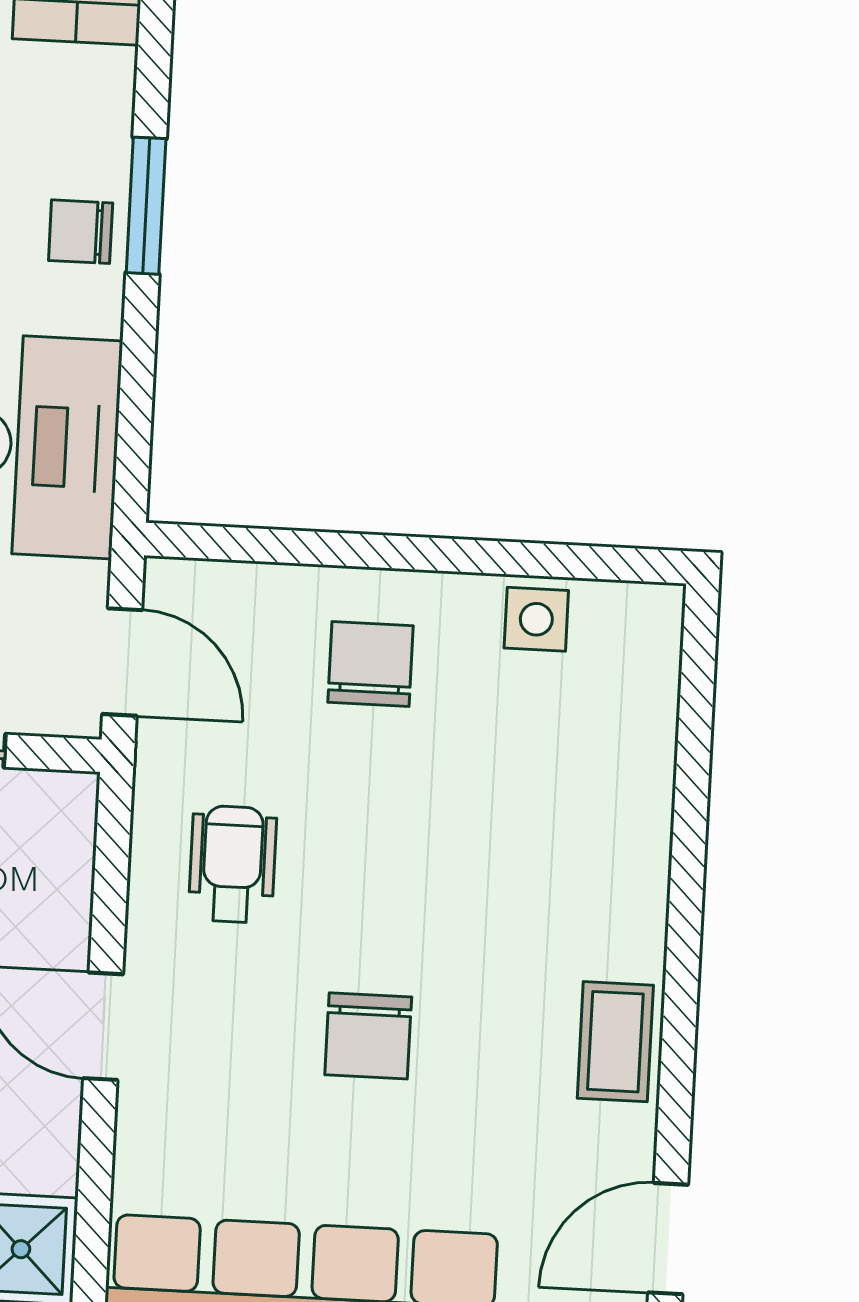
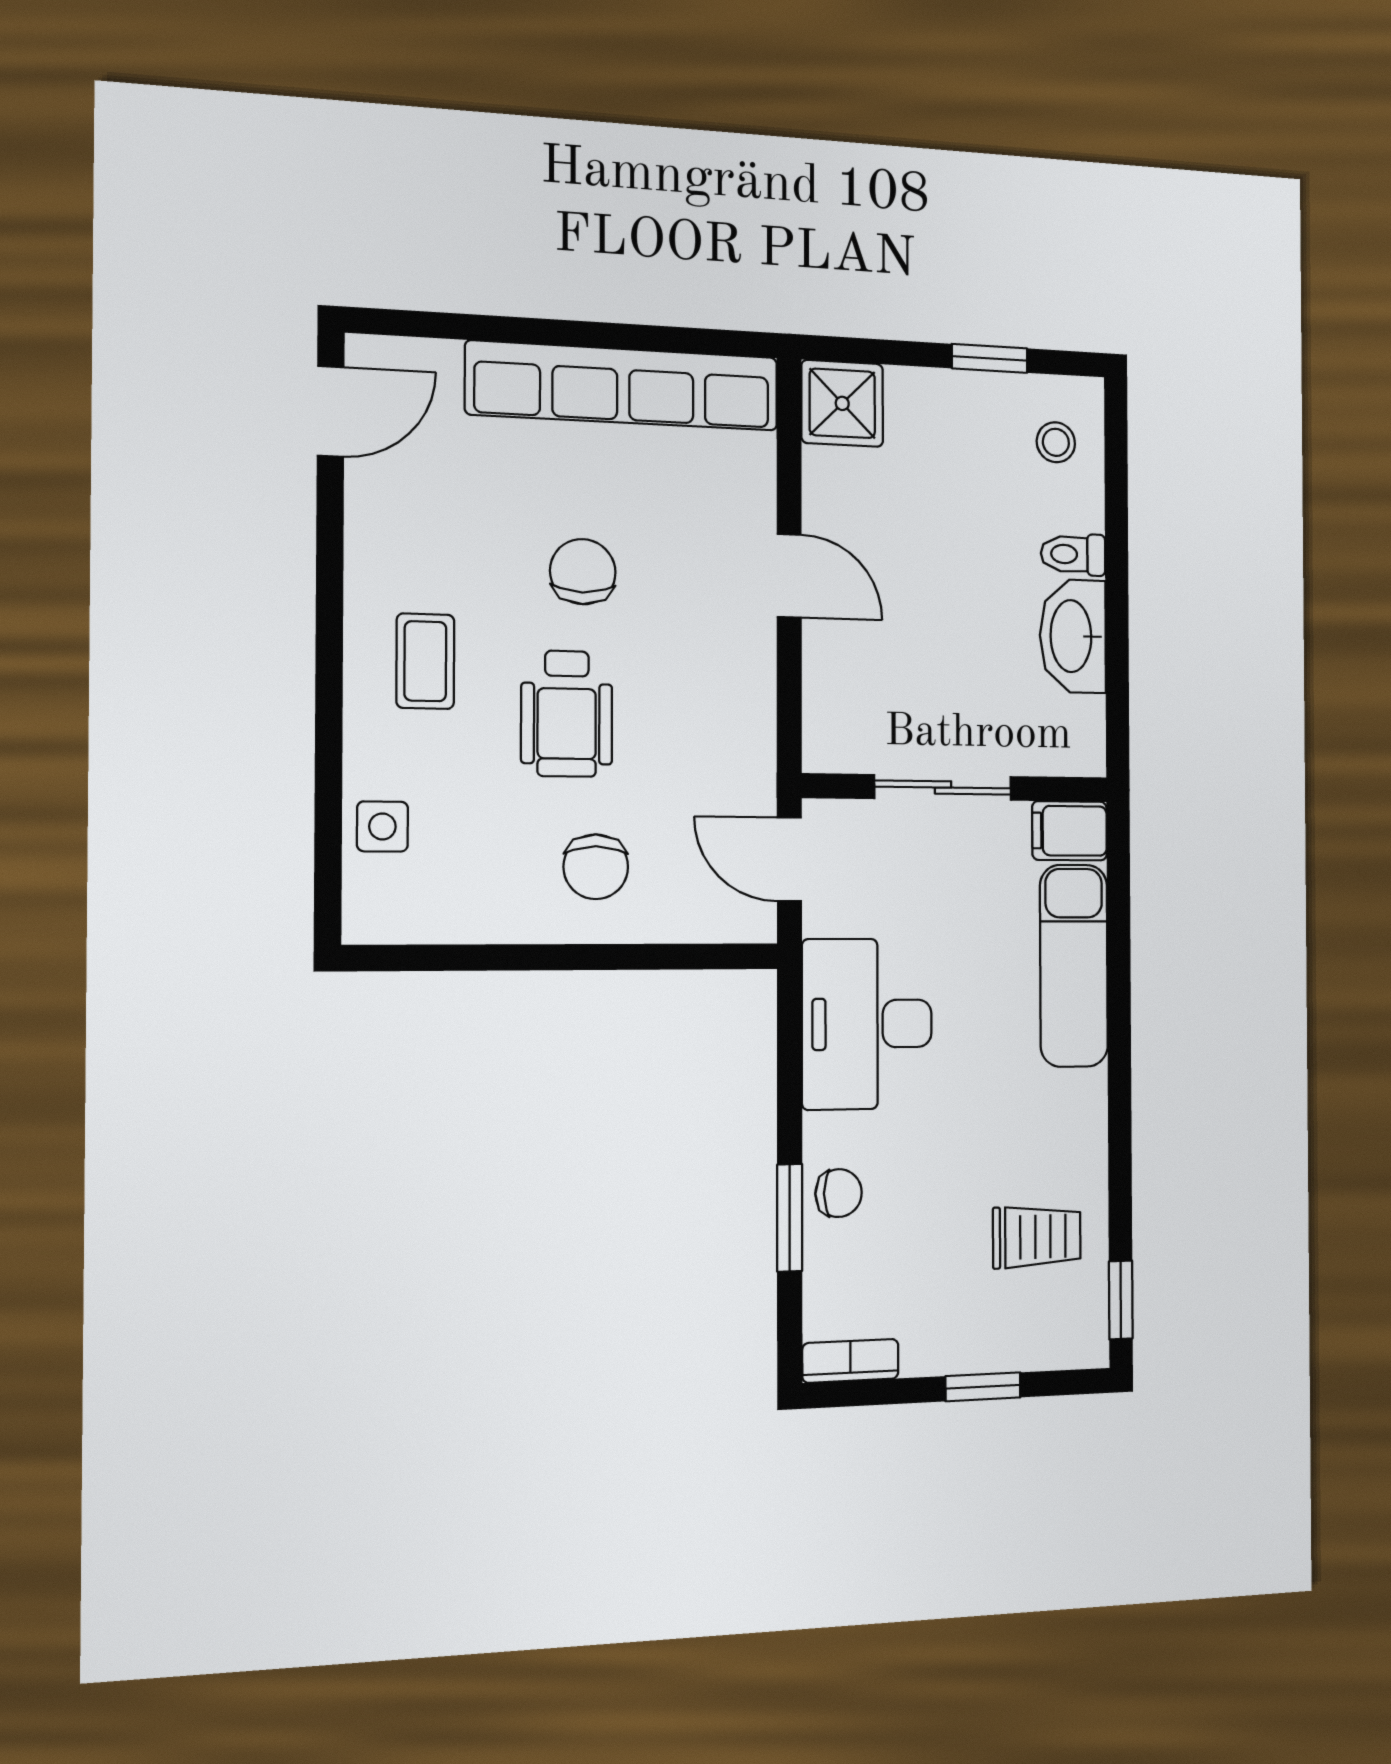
side table: (536, 619) -> (382, 826), moved
wheelchair: (233, 864) -> (567, 714), moved, width x1.36, depth x1.37
coffee table: (615, 1042) -> (425, 661), moved

